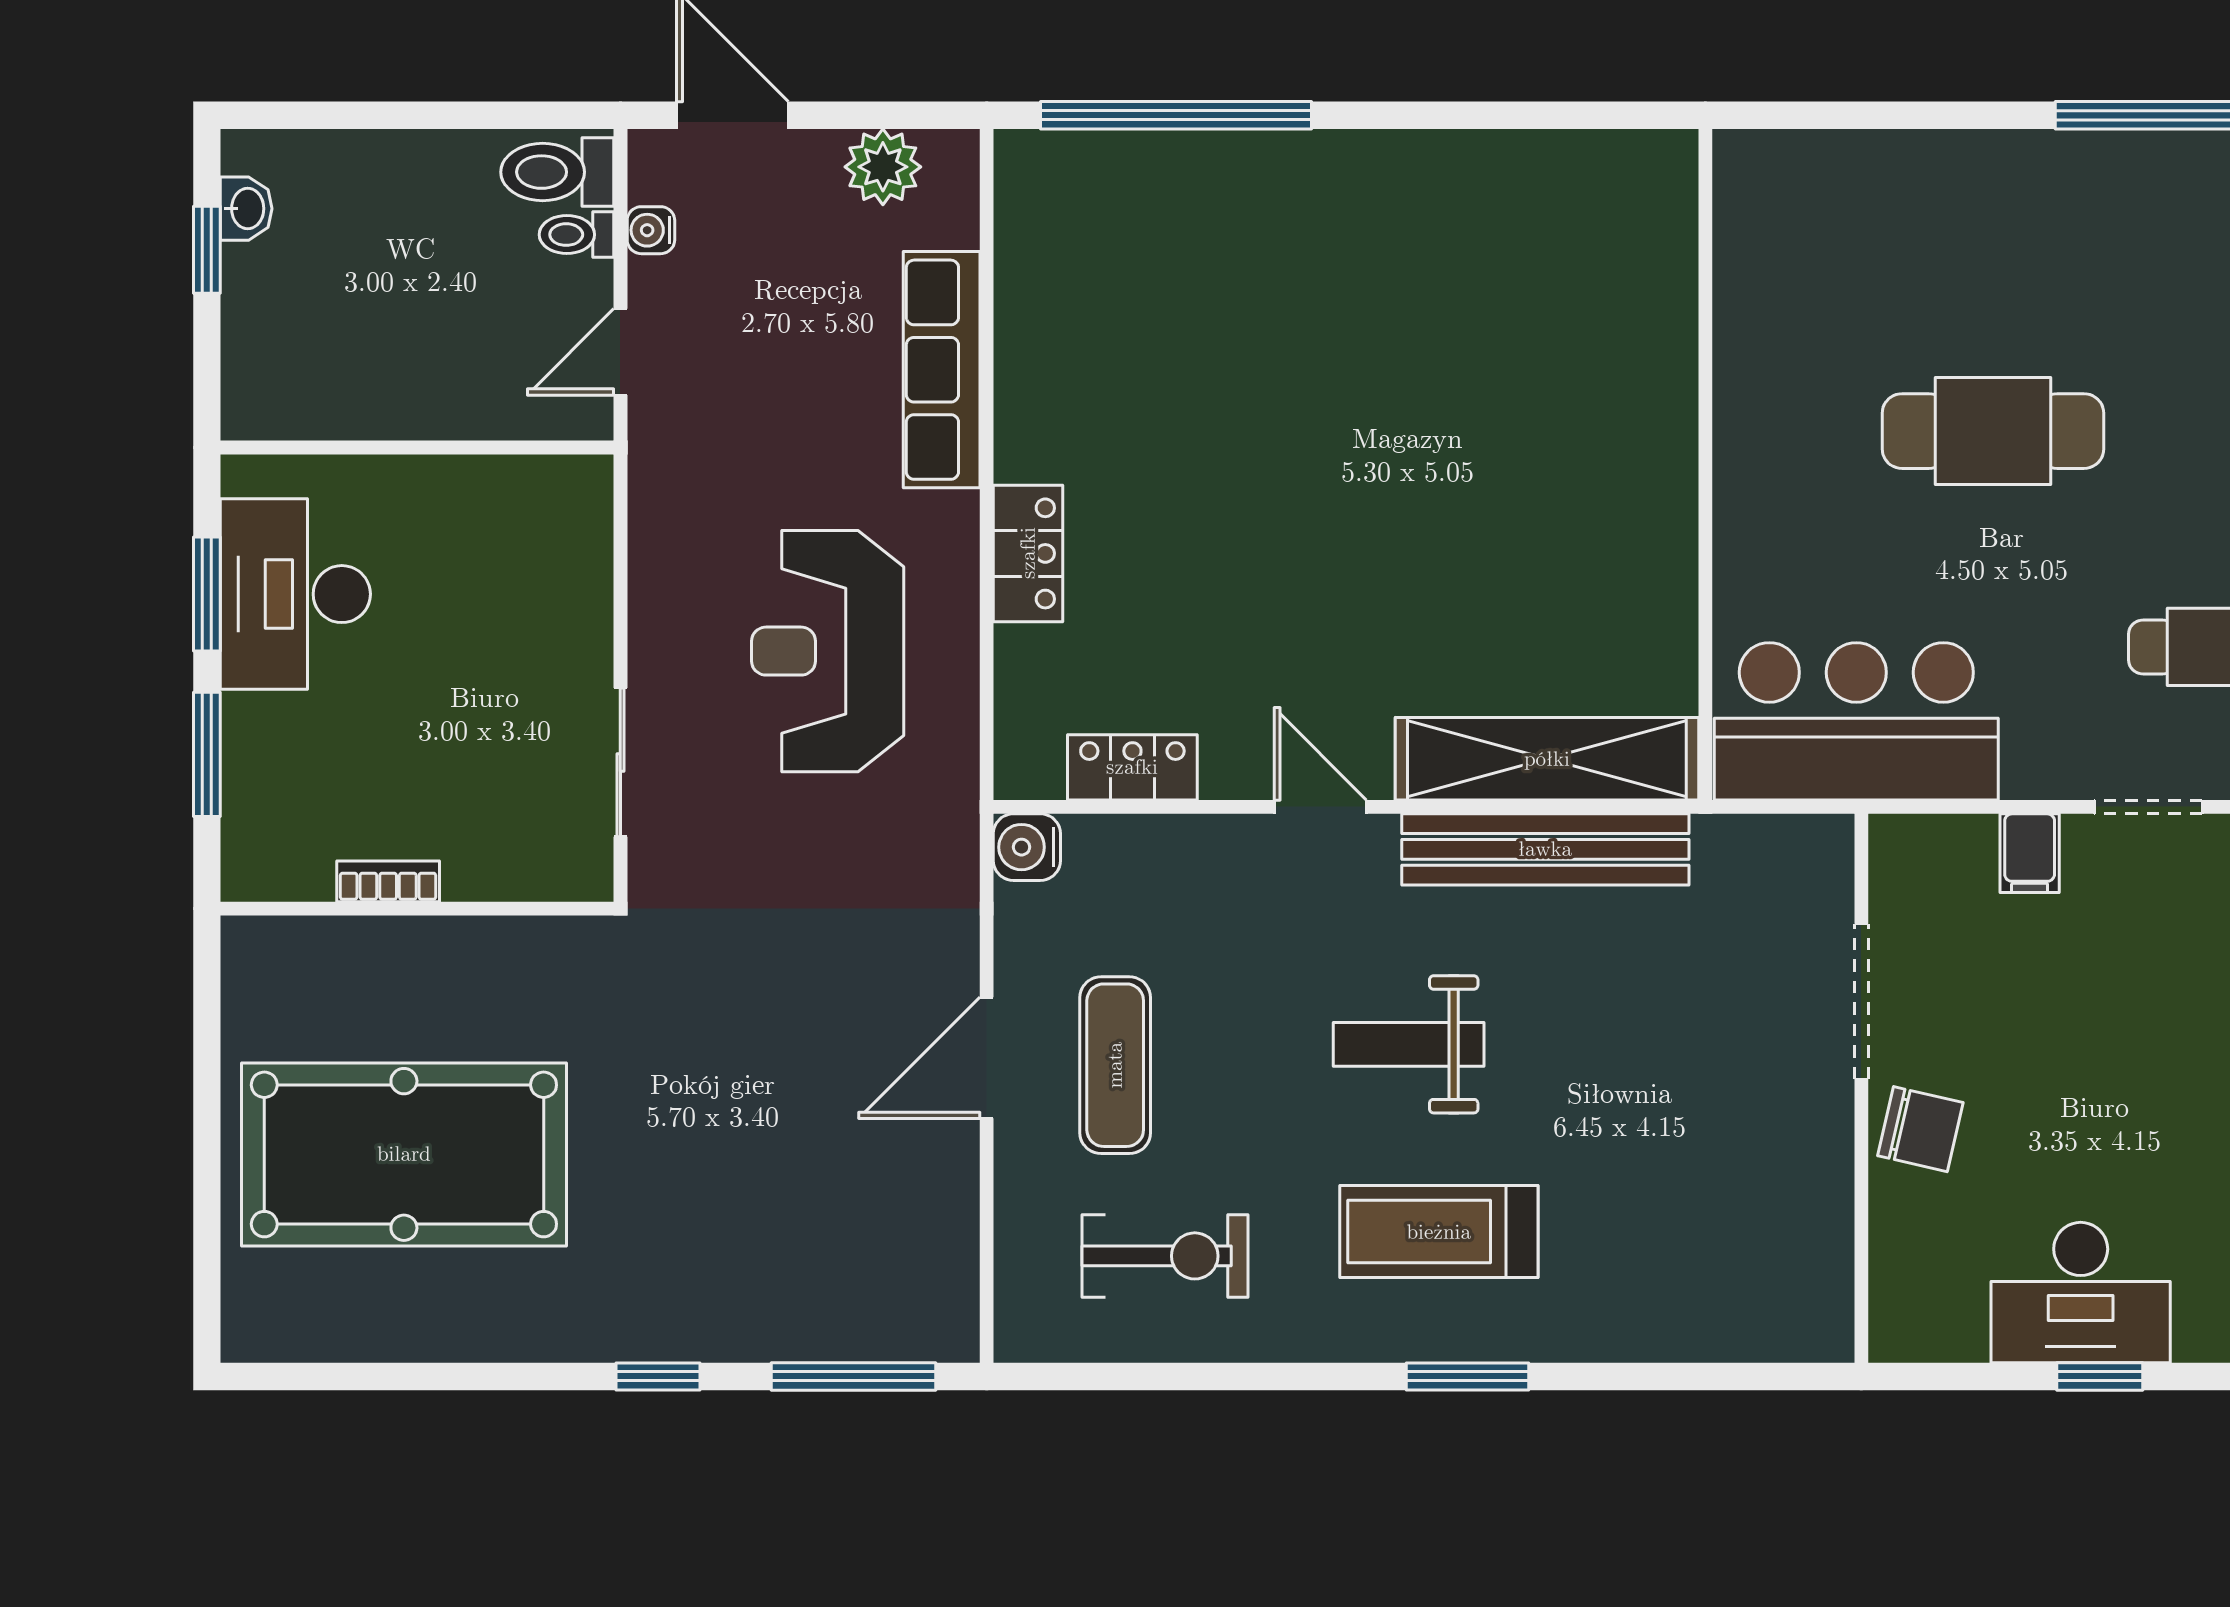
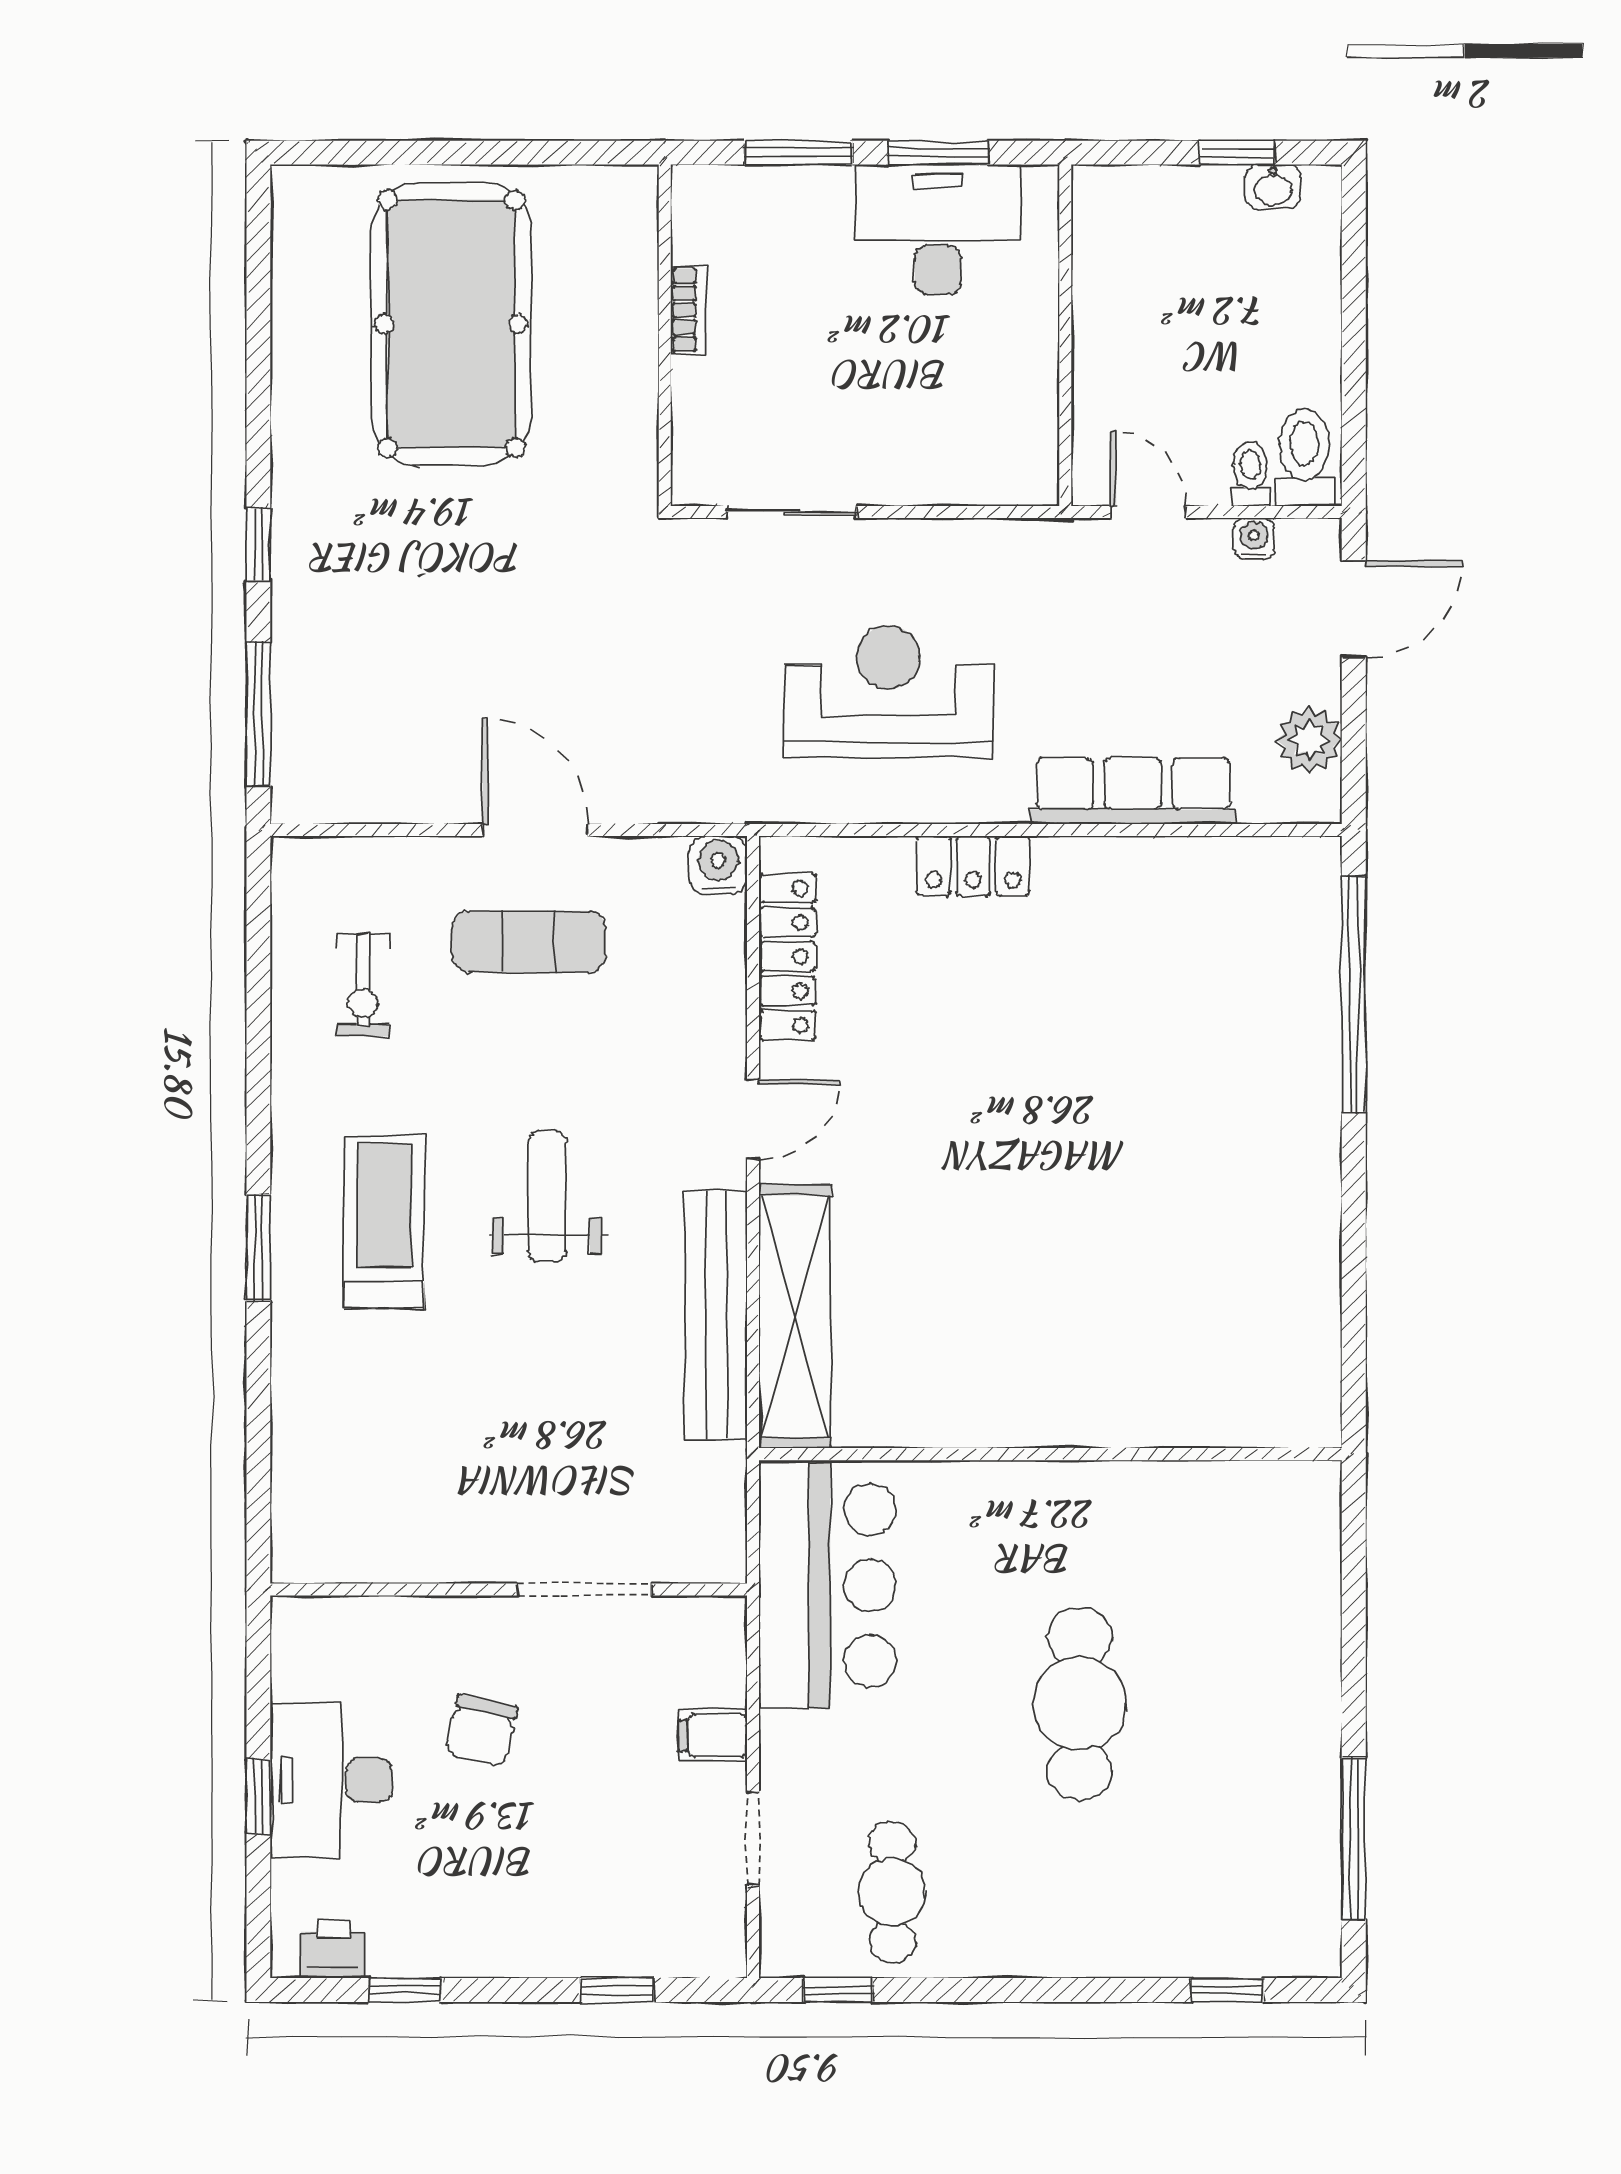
locker: (1132, 767) -> (787, 957), width x1.53
chair: (1920, 1129) -> (482, 1731), moved
exercise bike: (1165, 1256) -> (363, 985), width x0.73, depth x0.72

